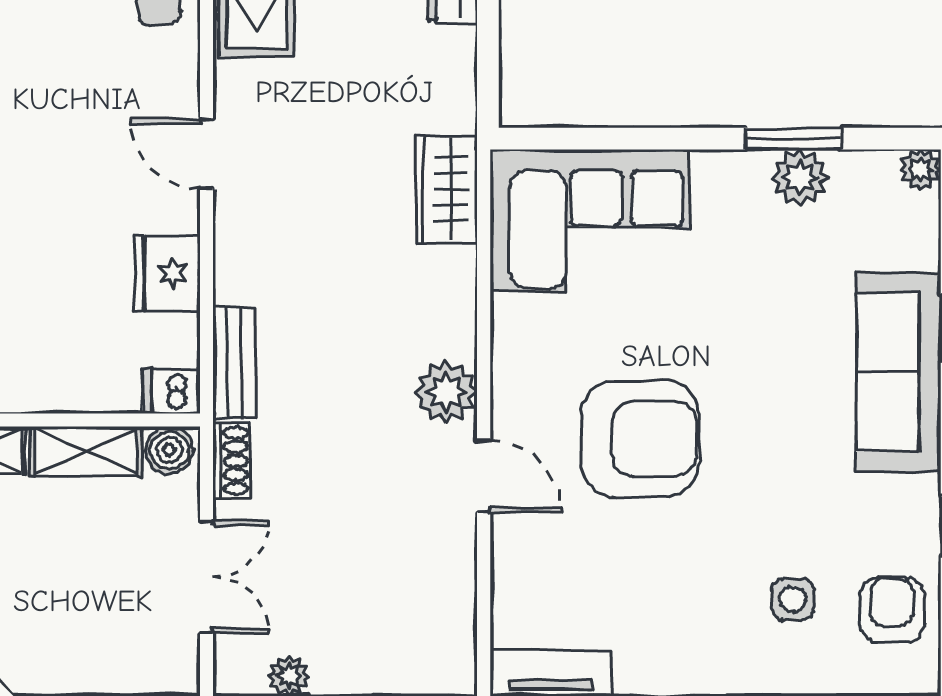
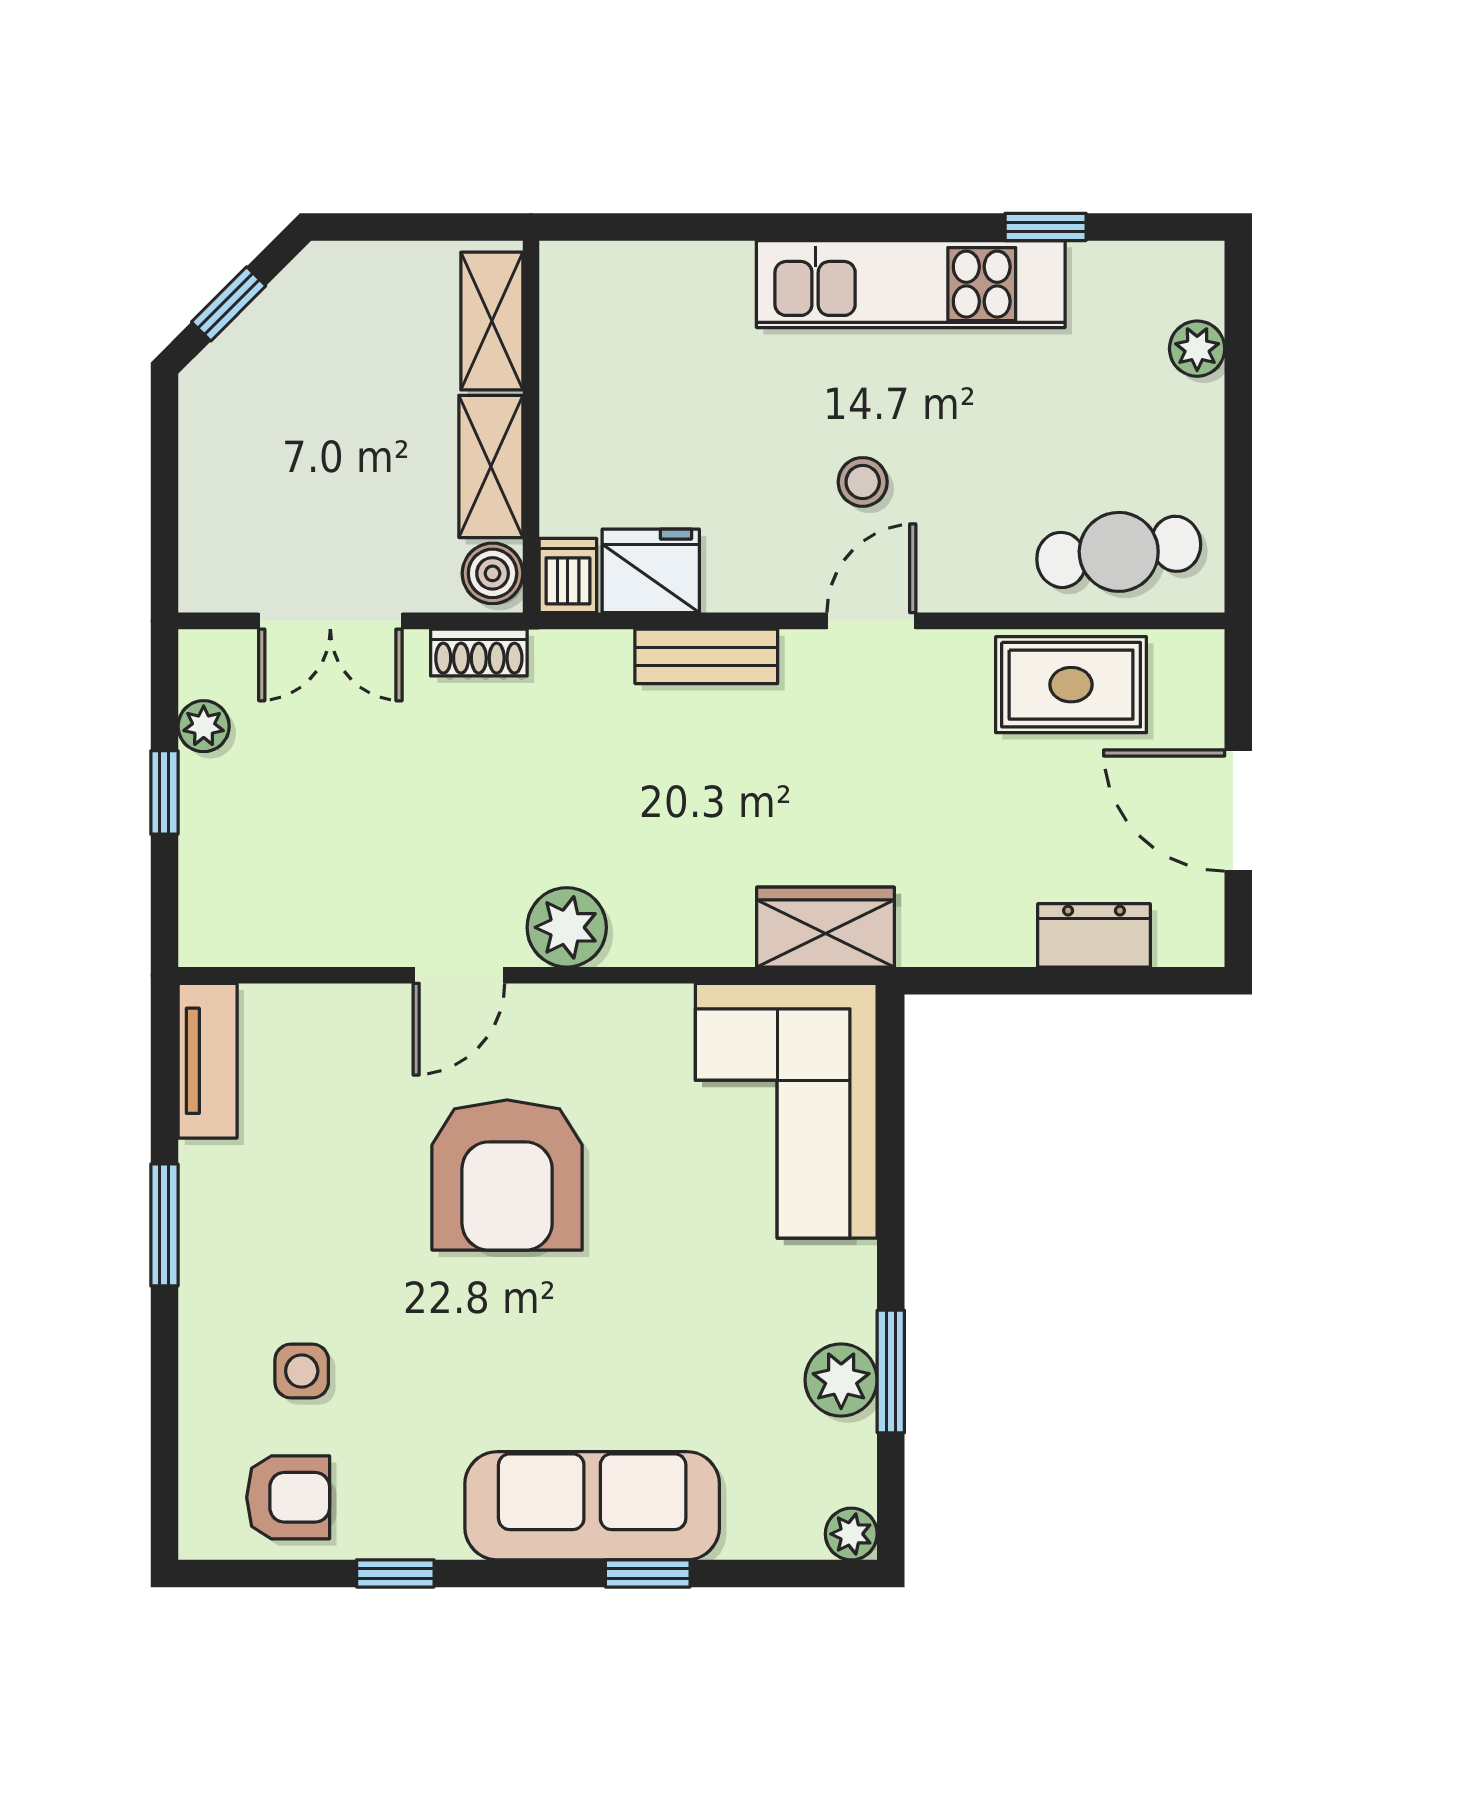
stool: (98, 161) -> (863, 482), added
fridge: (167, 273) -> (651, 571), moved
bench: (234, 363) -> (706, 656), moved

